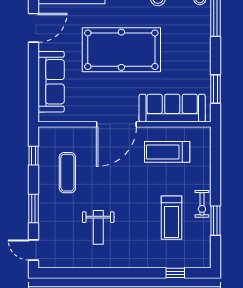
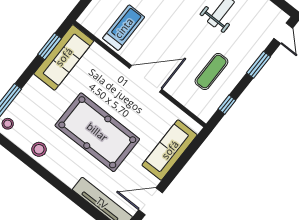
sofa: (172, 108) -> (64, 57), moved, turned -90
treadmill: (167, 152) -> (124, 28), turned -90

